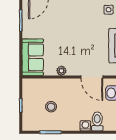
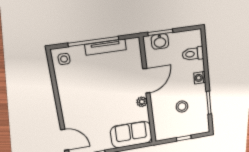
door: (92, 77) -> (146, 81), moved
washing machine: (85, 126) -> (200, 78), moved

